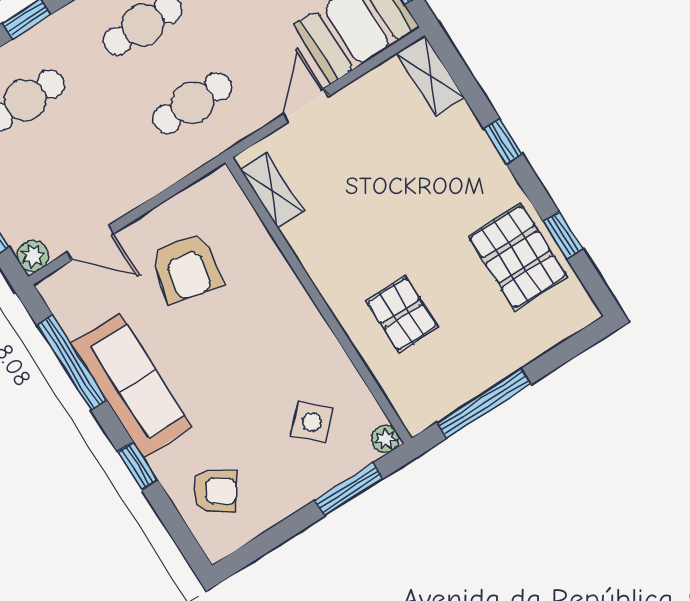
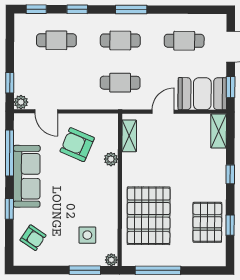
plant: (266, 254) -> (111, 159), added
armchair: (186, 268) -> (77, 145), turned 100
pallet: (402, 314) -> (149, 216), width x2.05, depth x2.00
side table: (312, 422) -> (87, 235), turned 45

